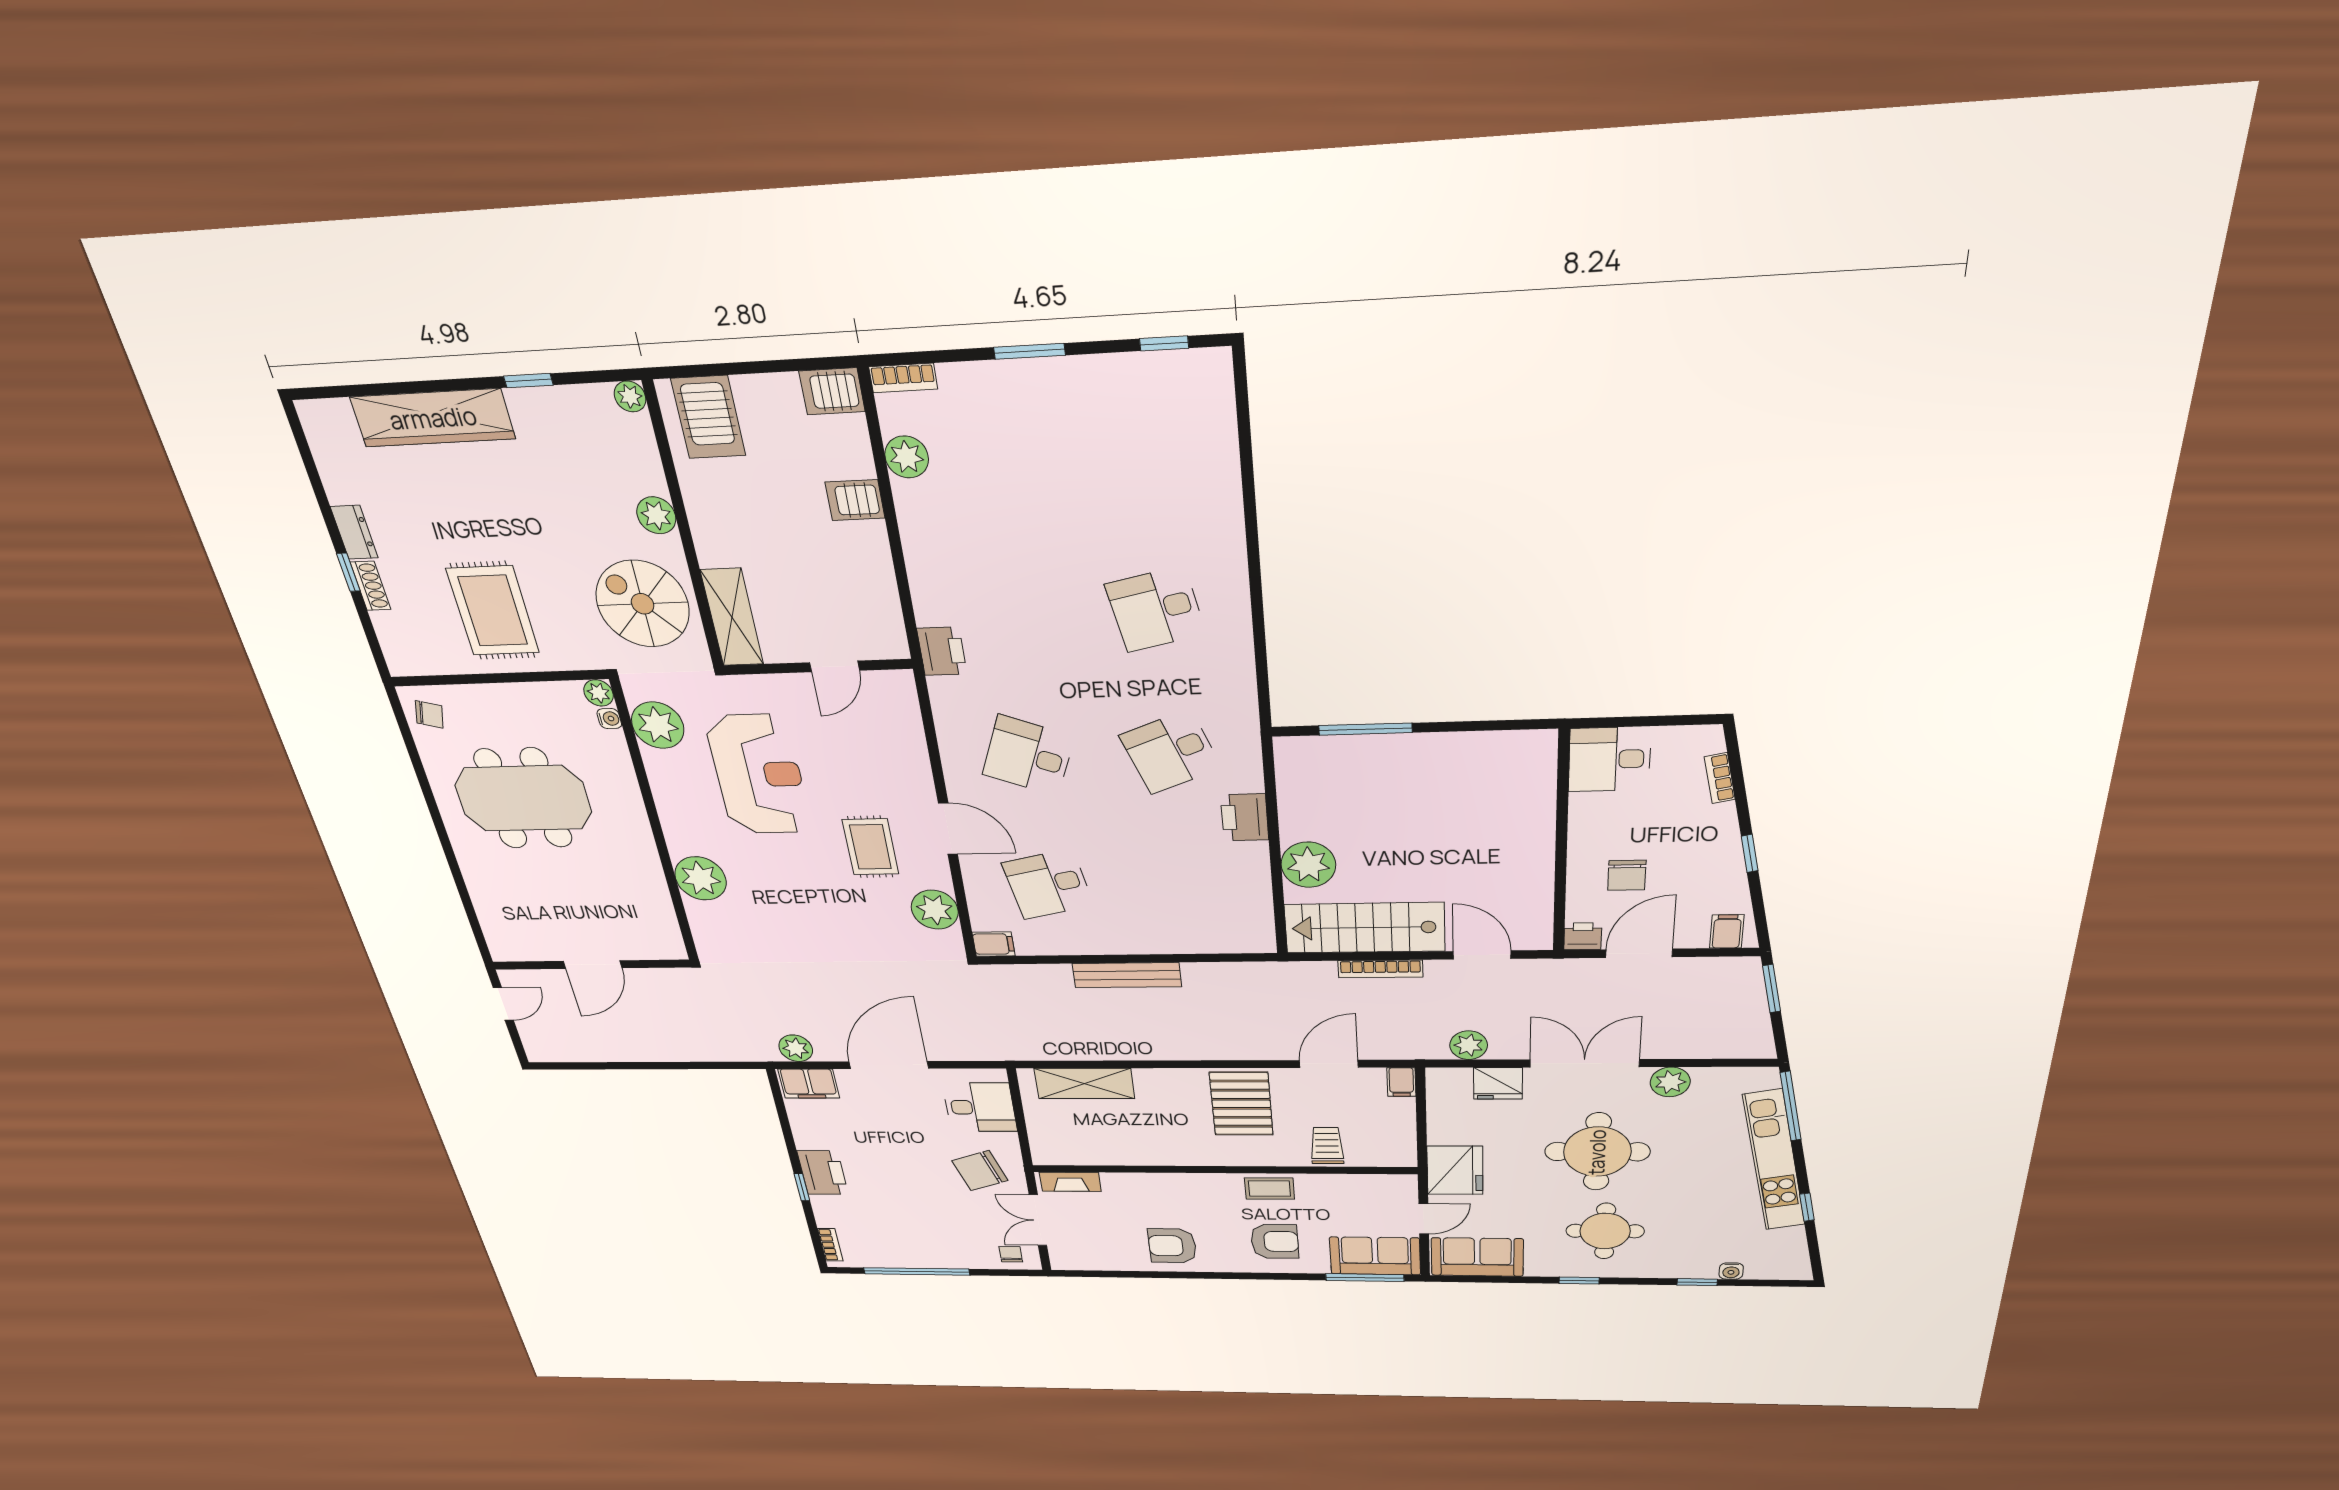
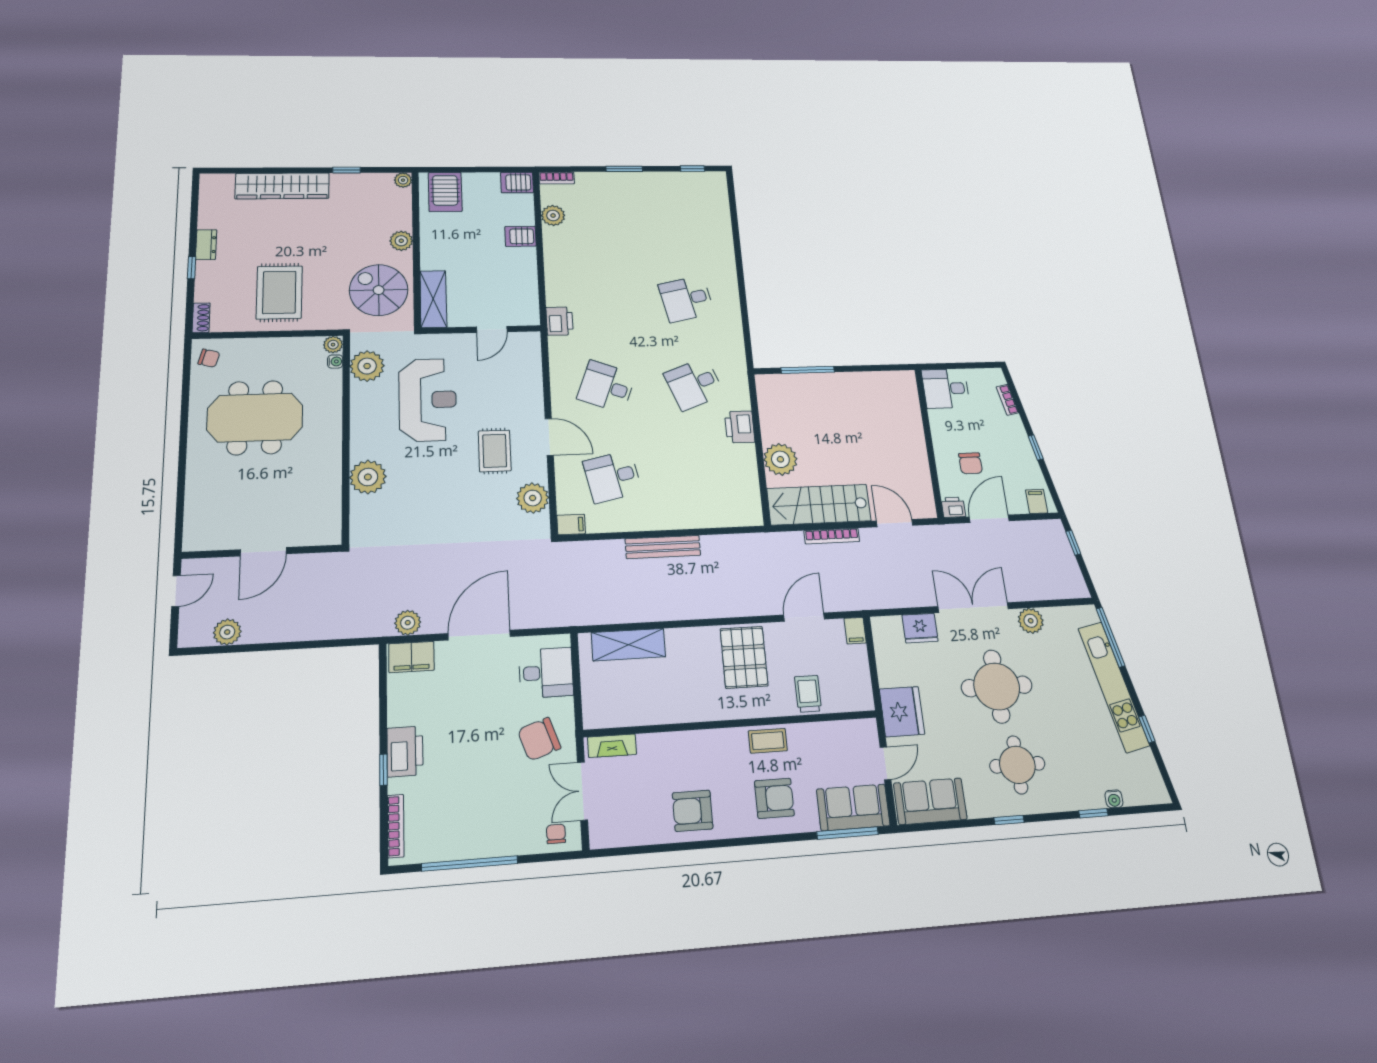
shoe rack: (370, 586) -> (201, 318), moved
window: (1772, 989) -> (1073, 543), width x0.67
plant: (1469, 1045) -> (227, 632), moved
bookcase: (830, 1245) -> (396, 826), width x1.56

